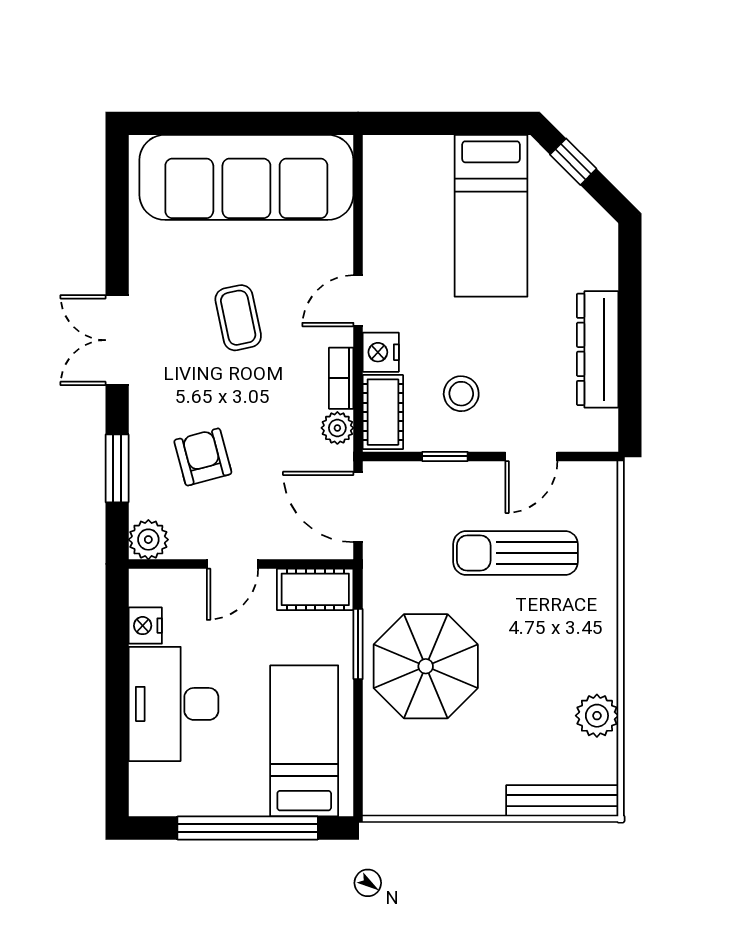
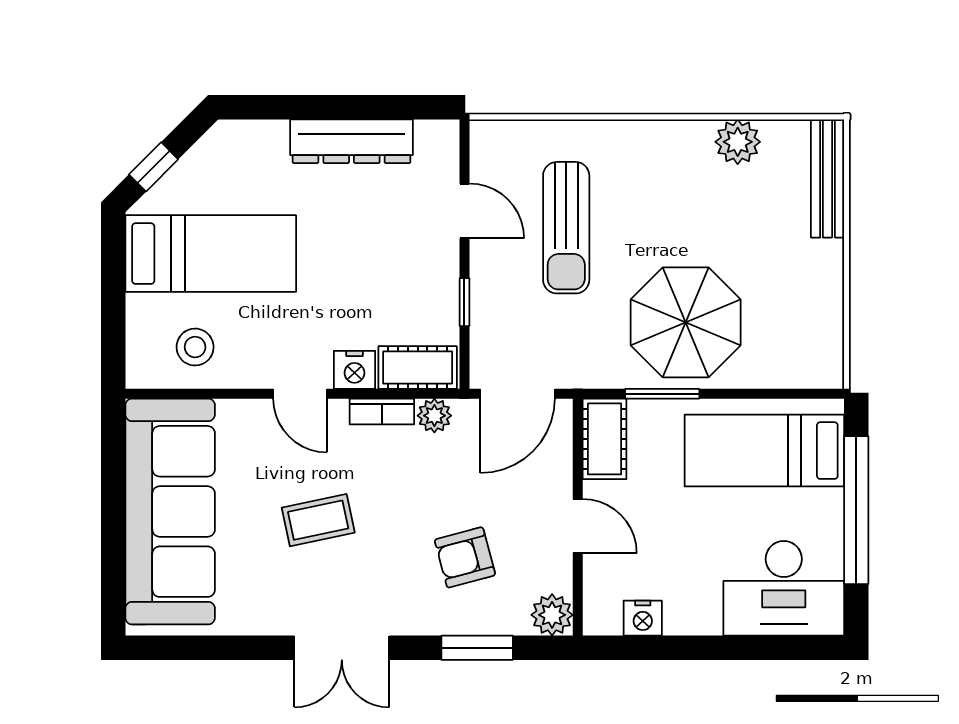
stool: (461, 394) -> (195, 347), moved
desk: (173, 704) -> (784, 588), moved

